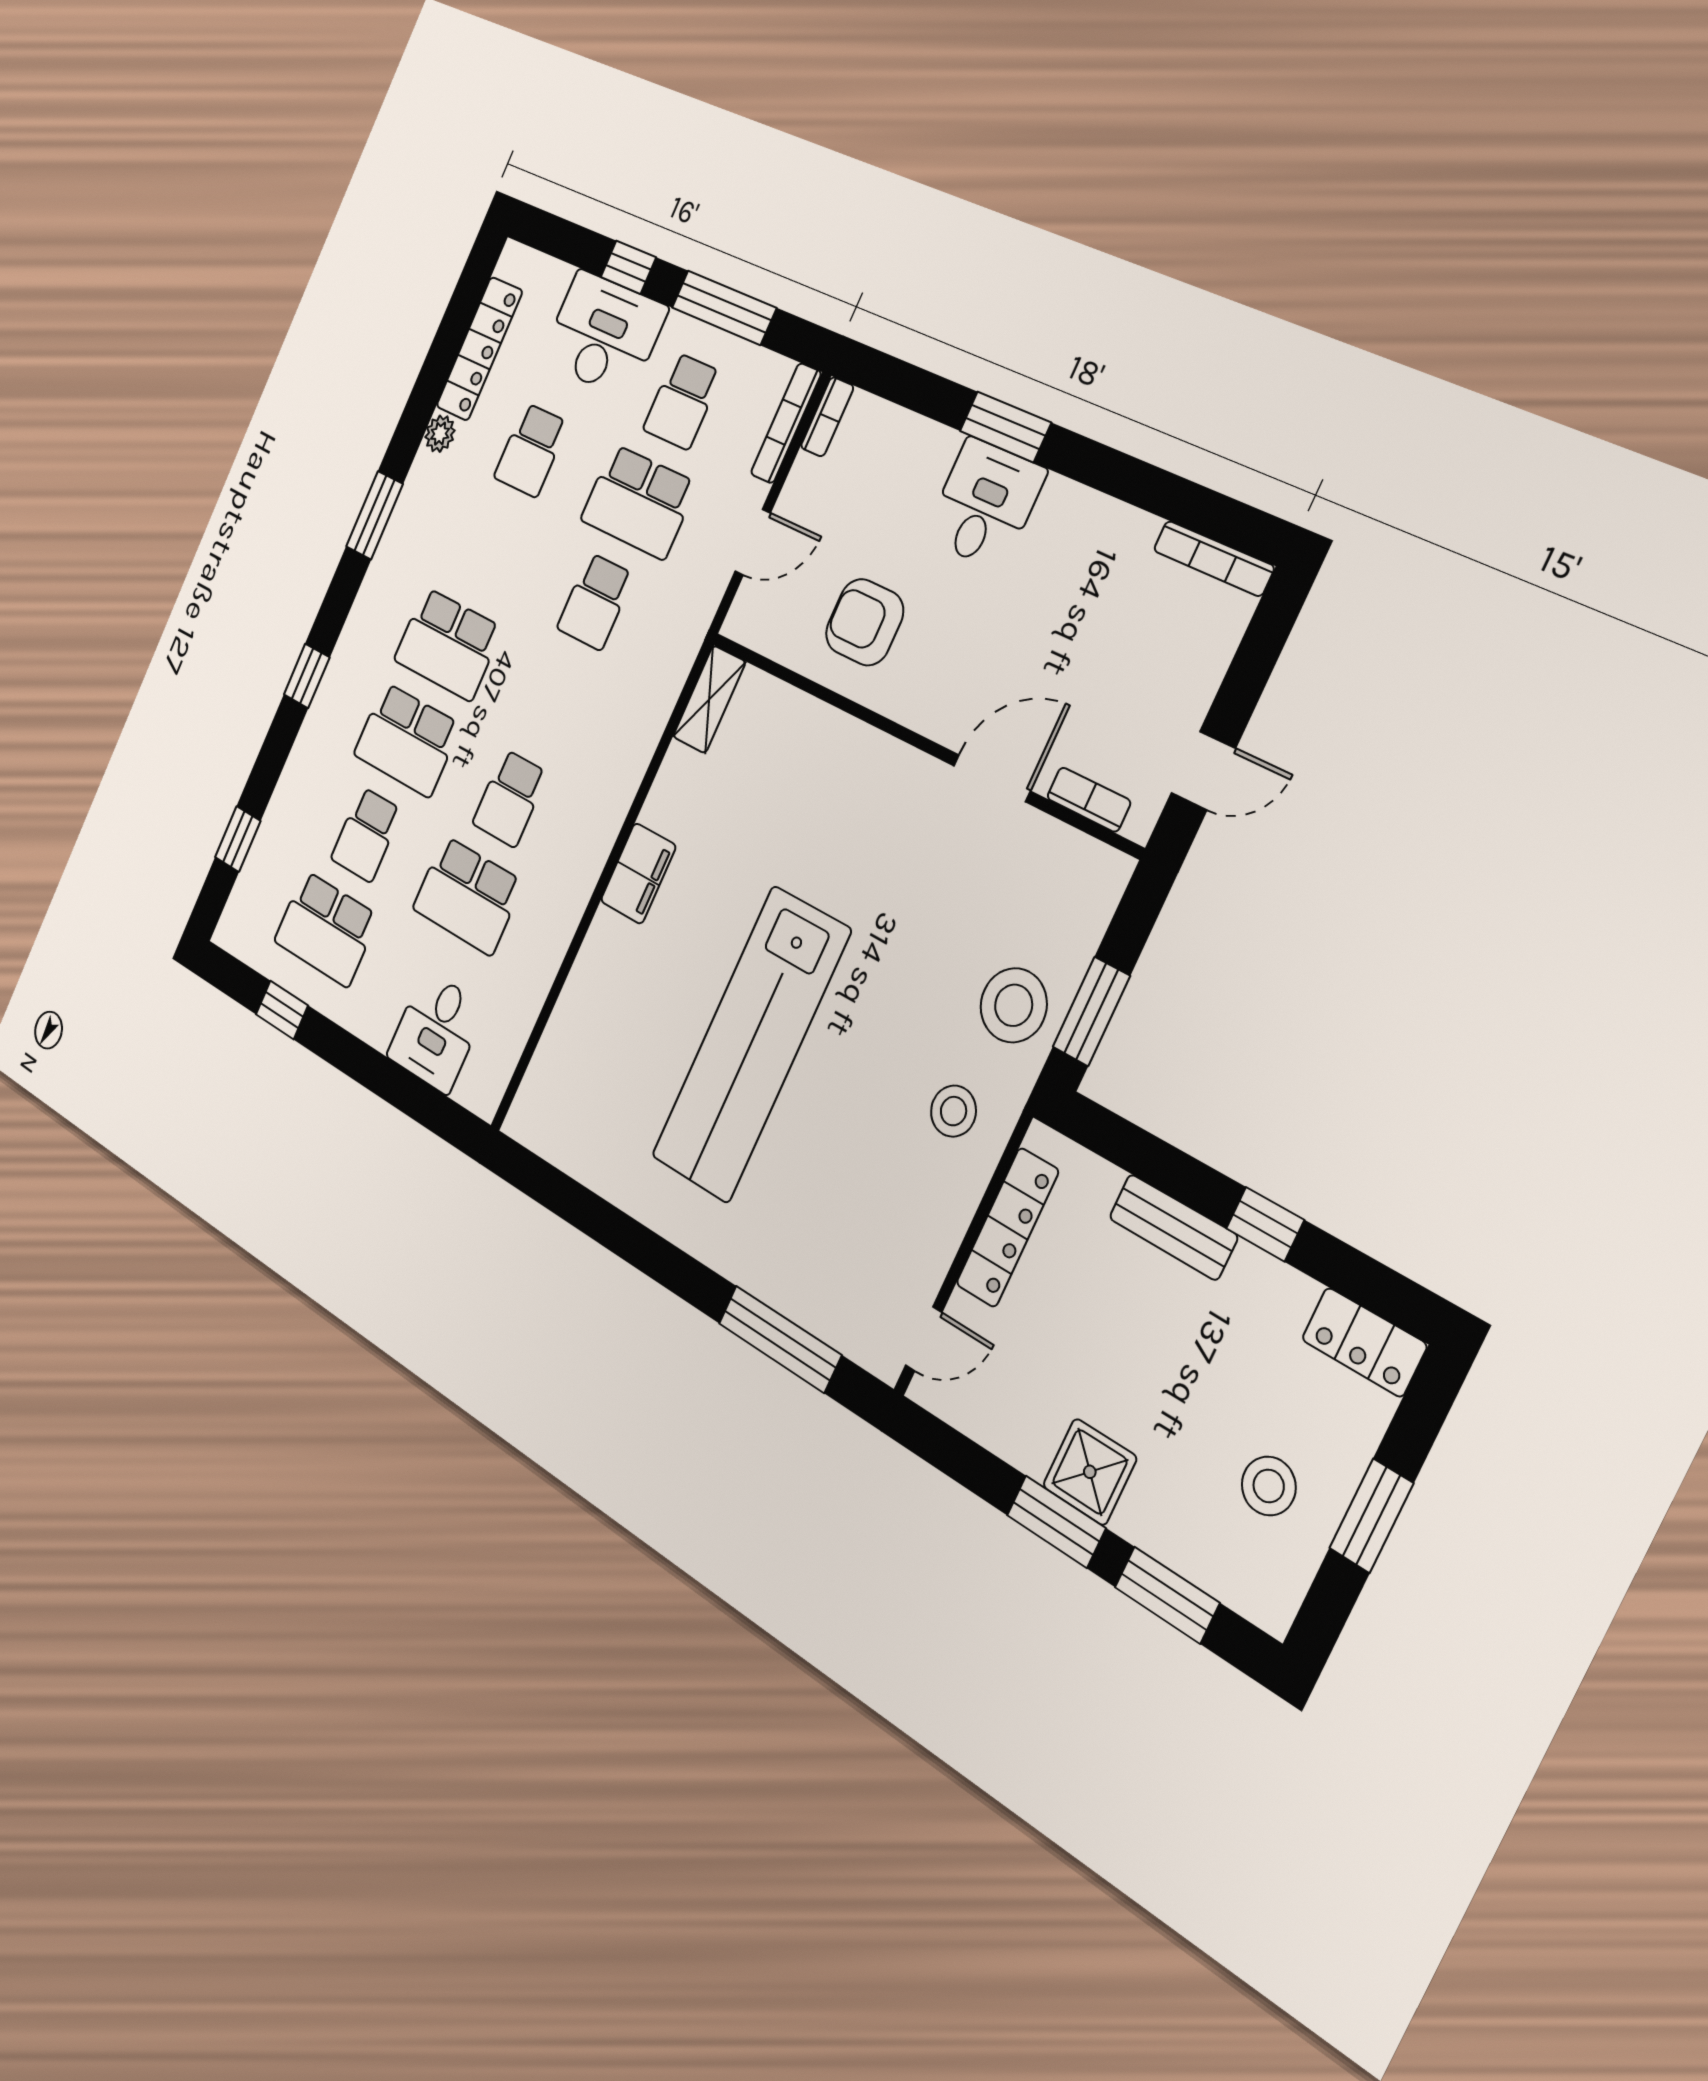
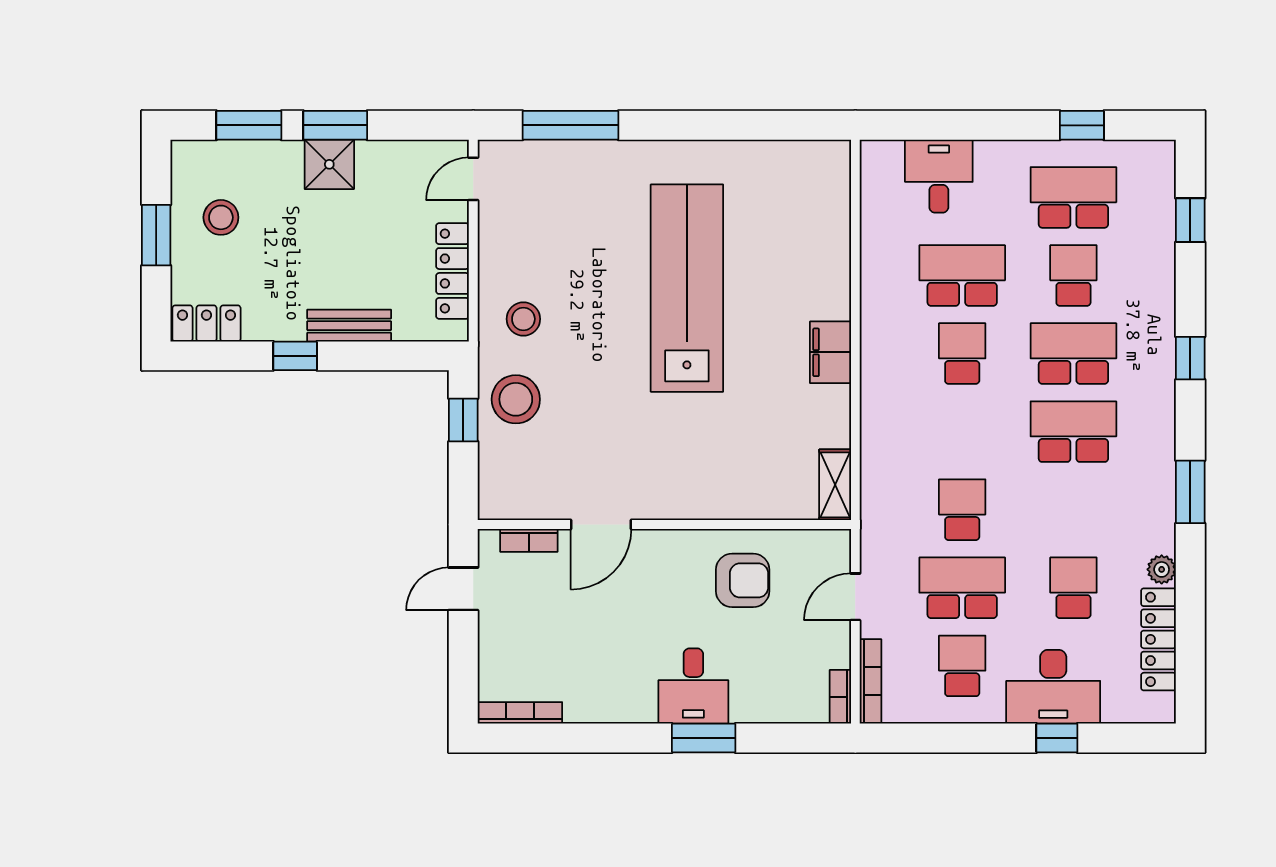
window: (724, 308) -> (961, 738), removed
window: (1091, 1011) -> (463, 420), width x0.67

